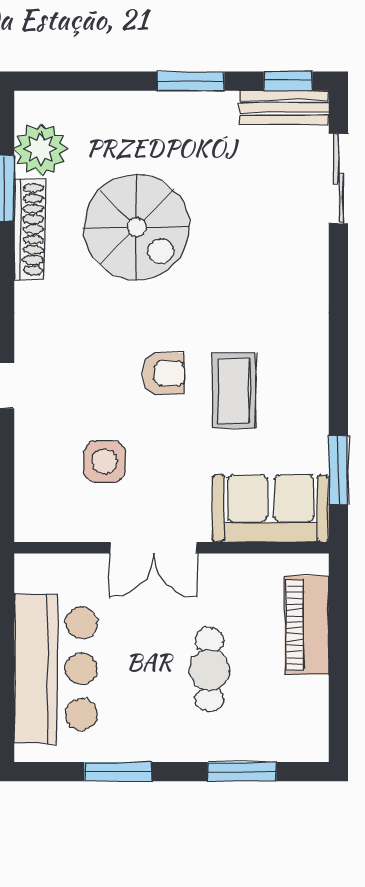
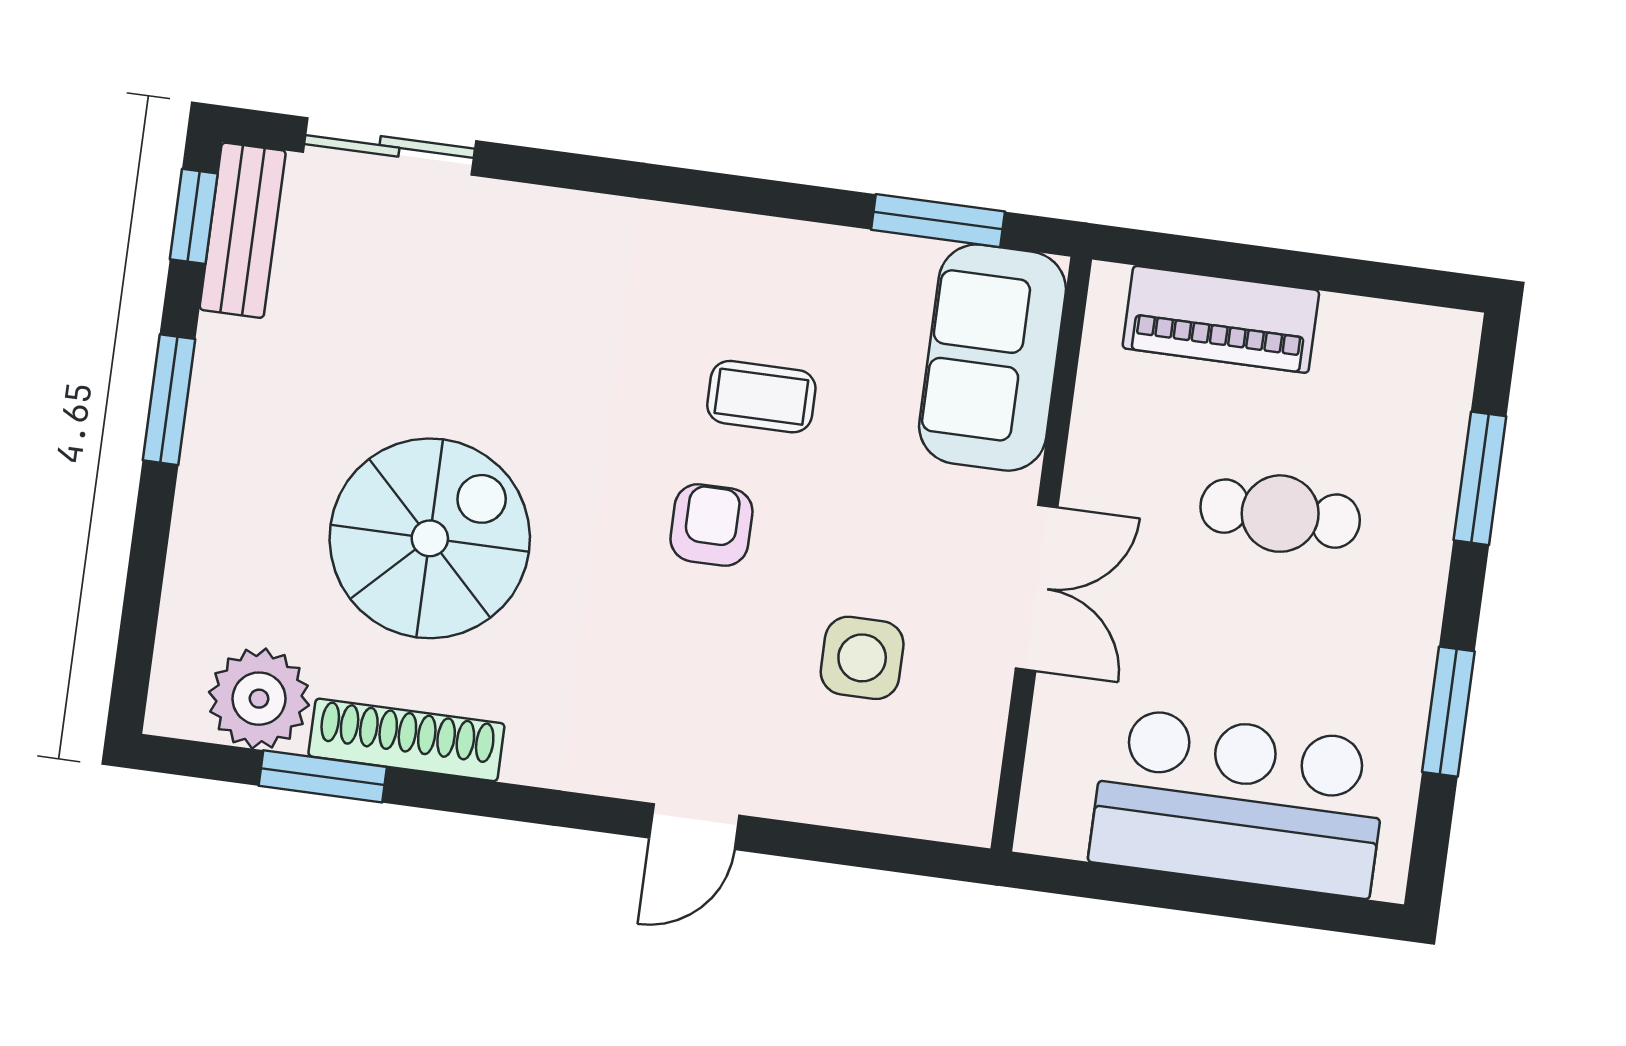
coffee table: (234, 390) -> (761, 397), width x0.73, depth x0.77

